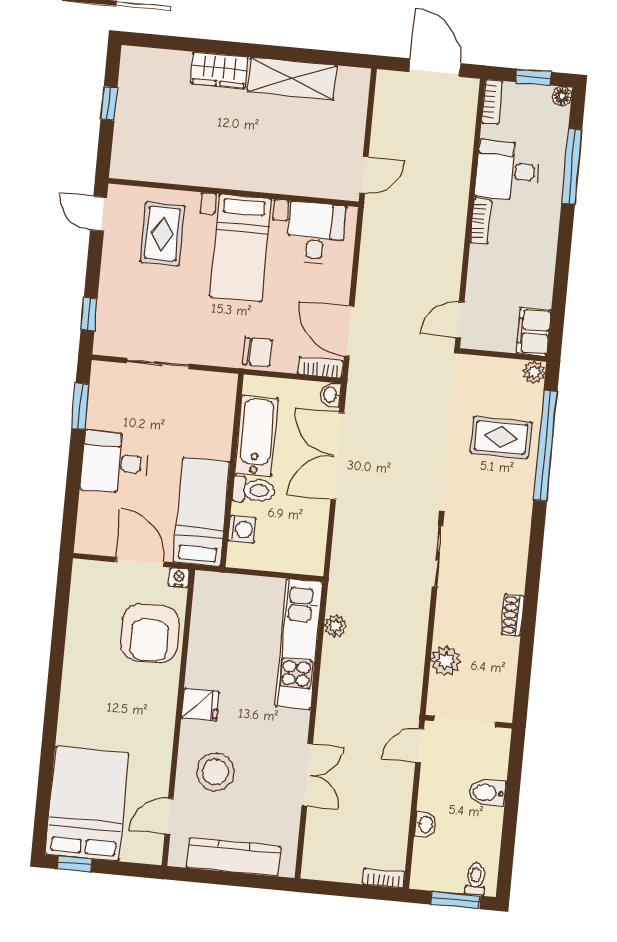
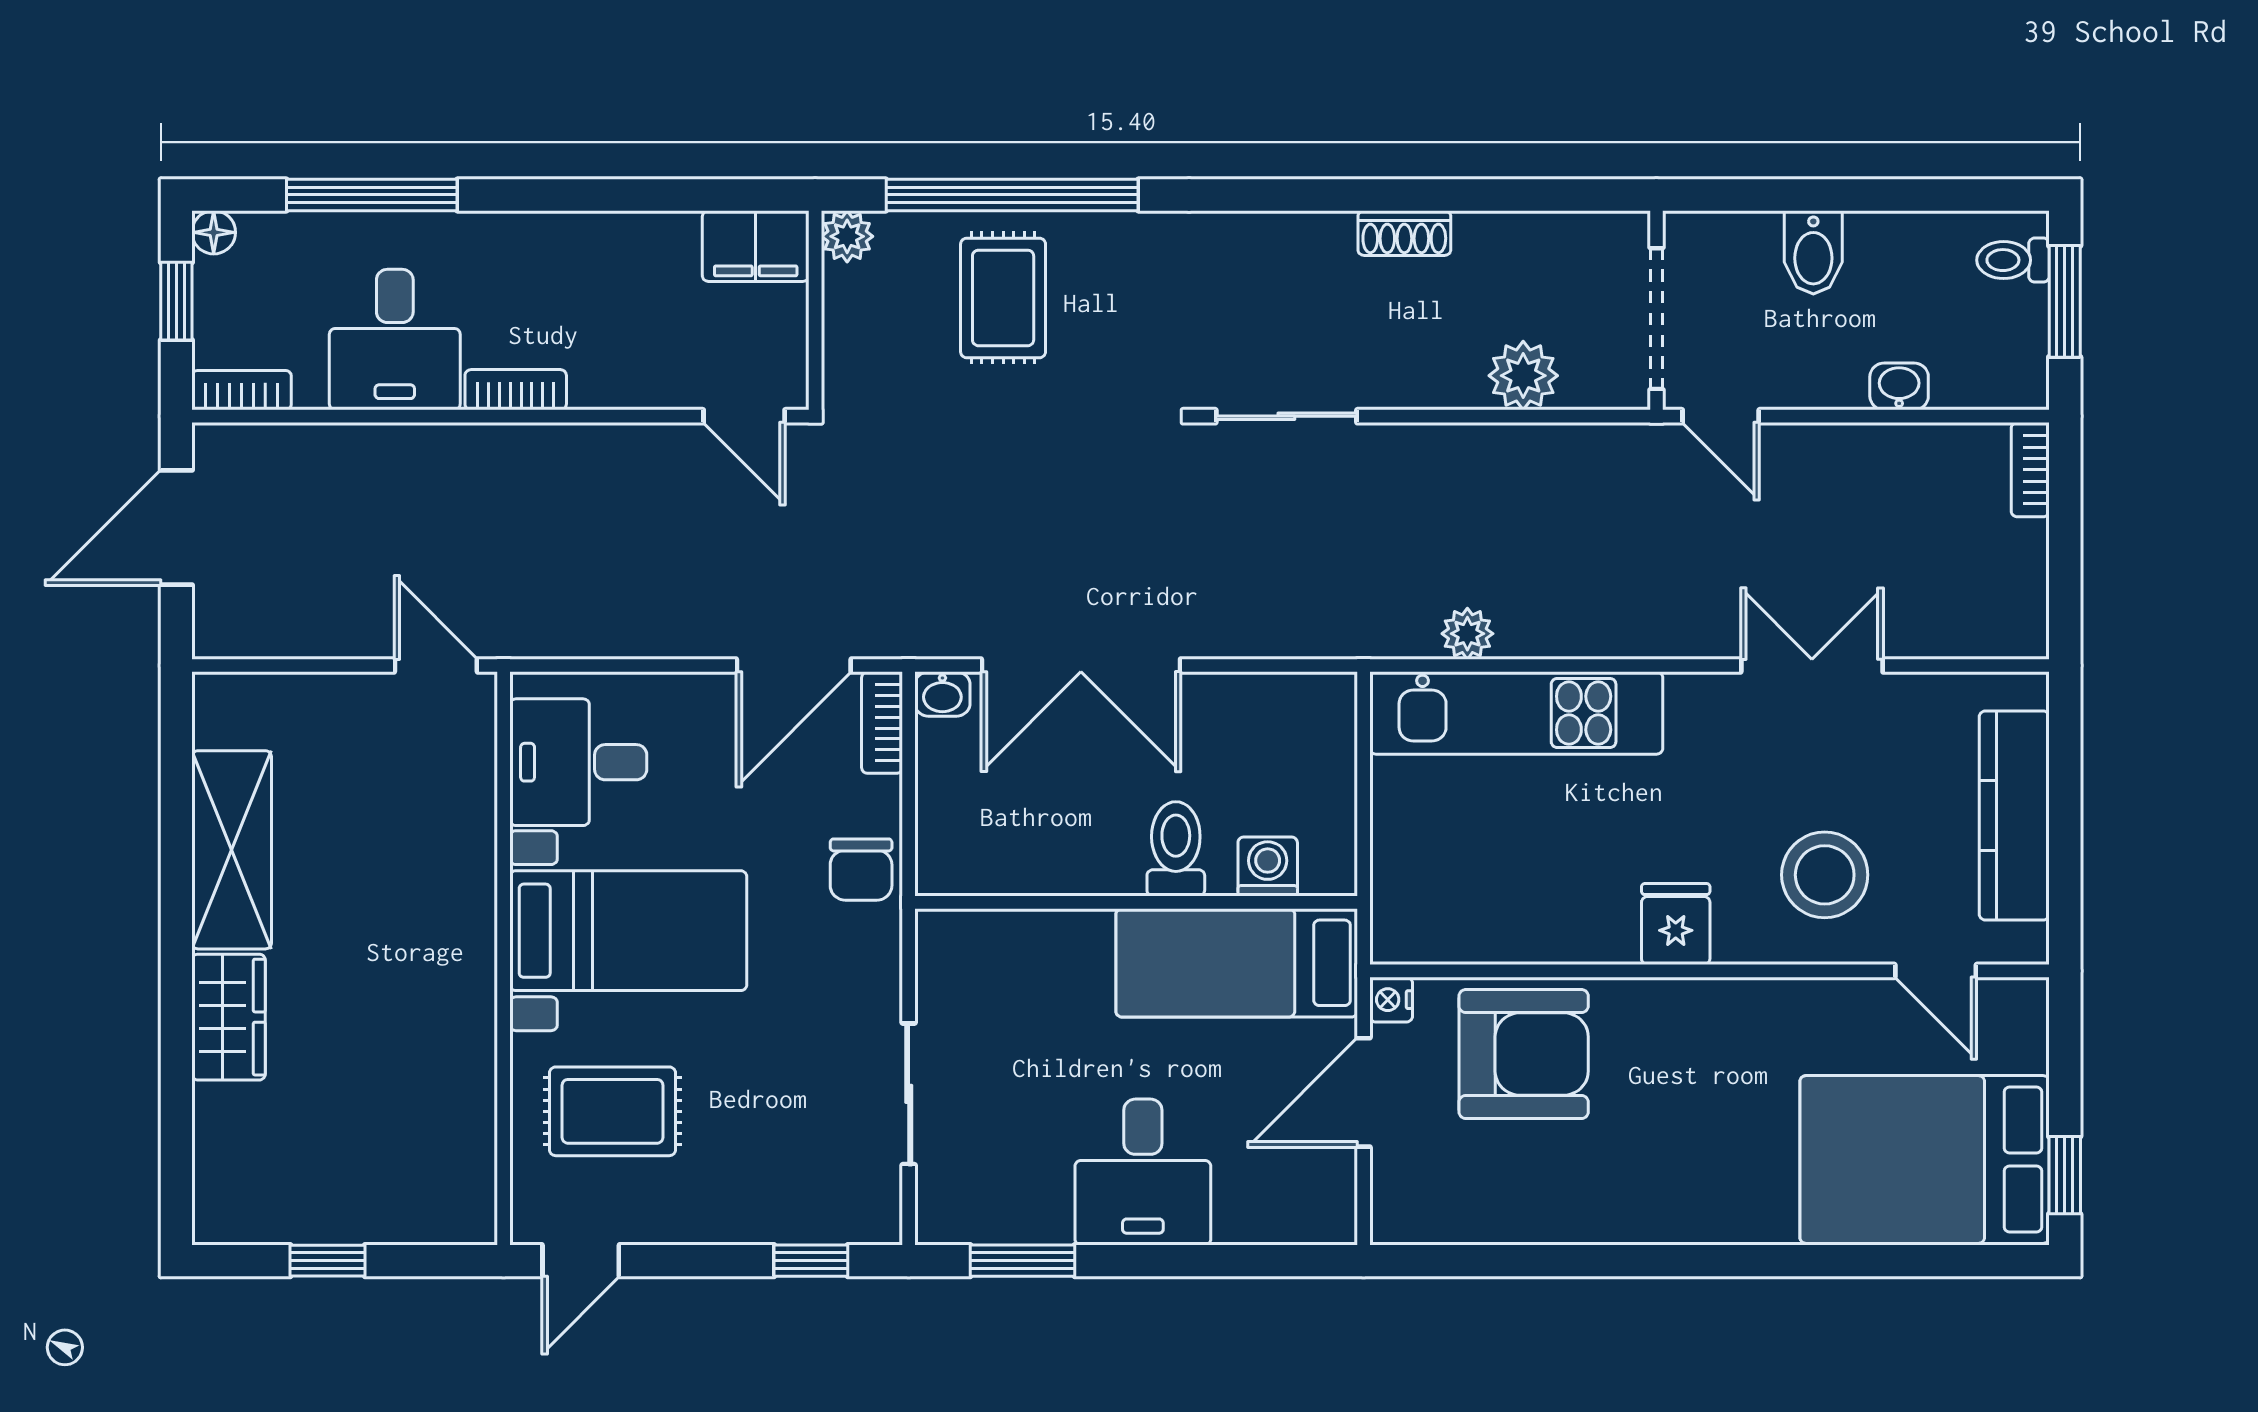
chair: (257, 352) -> (861, 870), turned 180
bathtub: (257, 436) -> (1052, 854), removed

